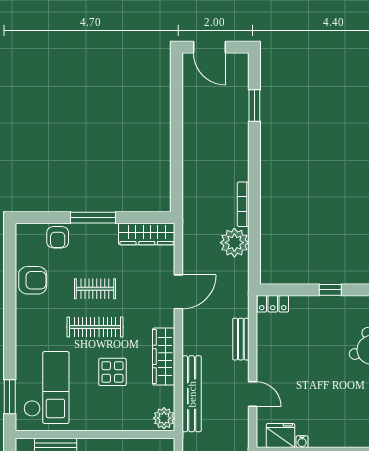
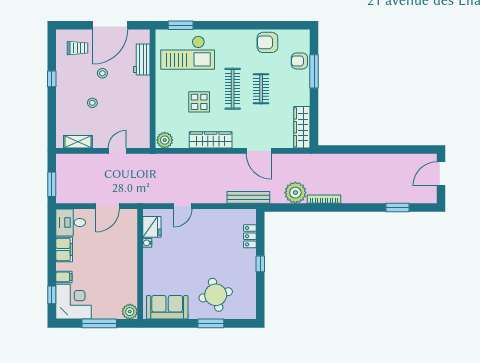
window: (93, 218) -> (314, 71), moved
armchair: (33, 280) -> (267, 42), turned 90
locker: (273, 304) -> (250, 236), moved
bench: (241, 339) -> (248, 197), moved, width x1.36
bench: (192, 394) -> (183, 161), removed

